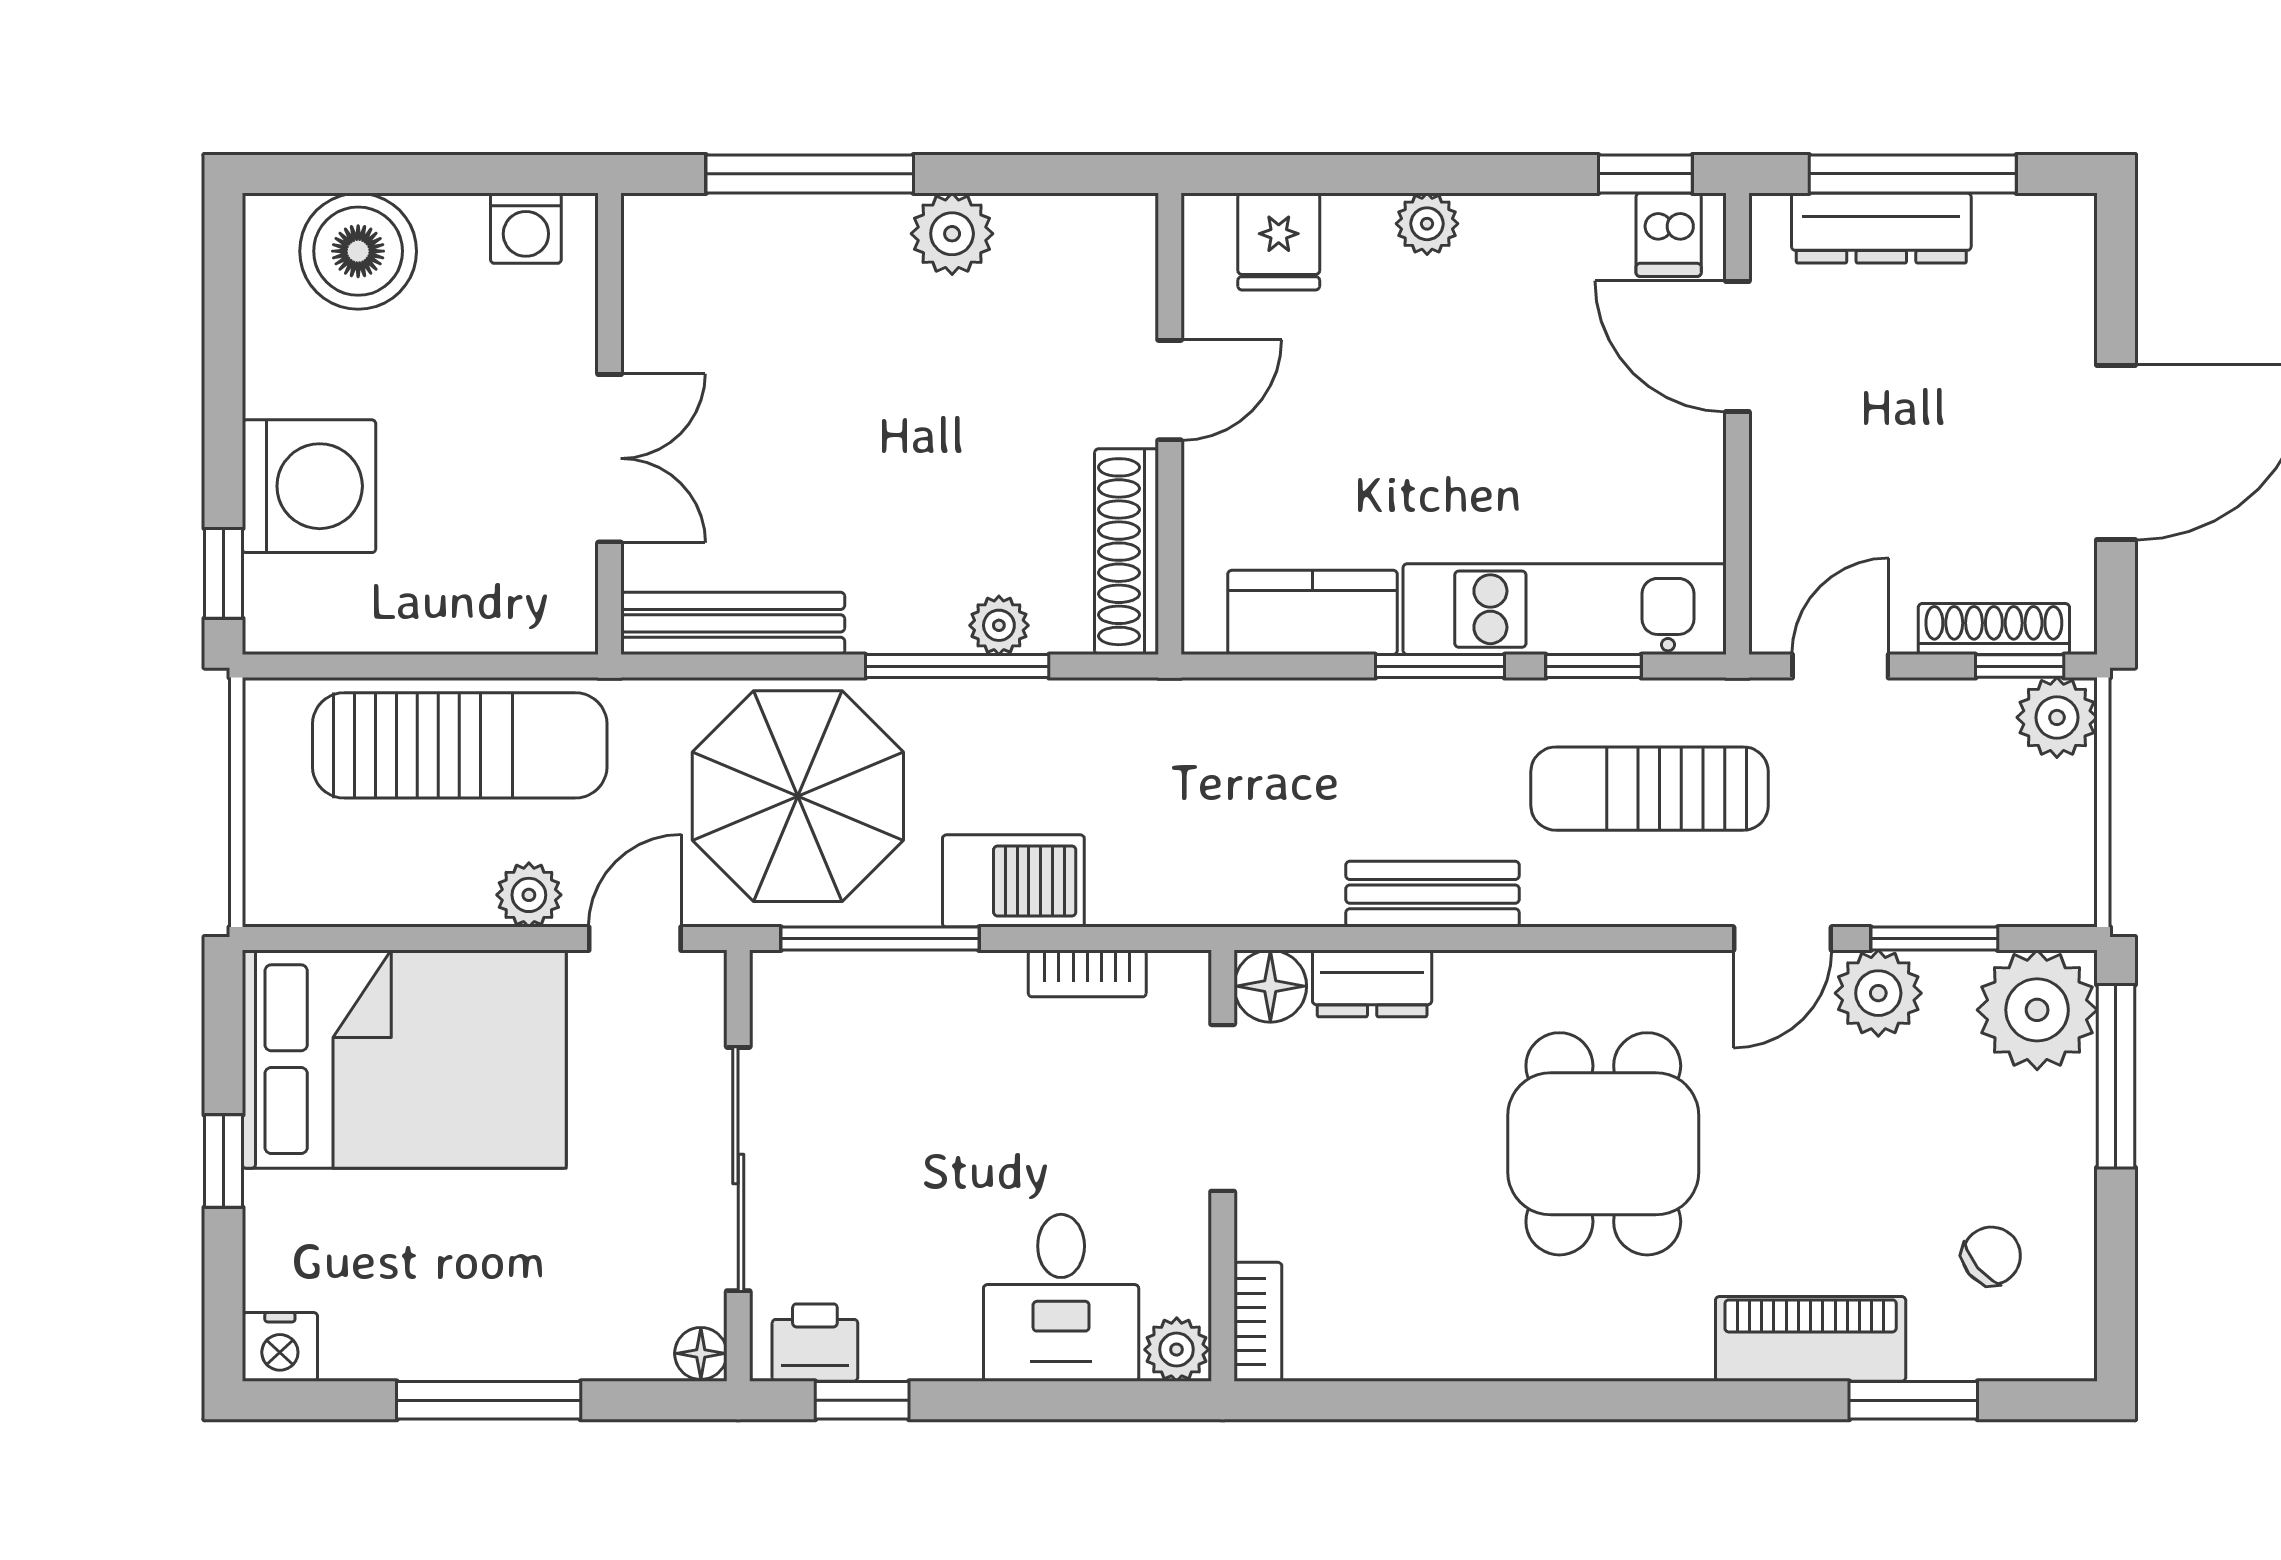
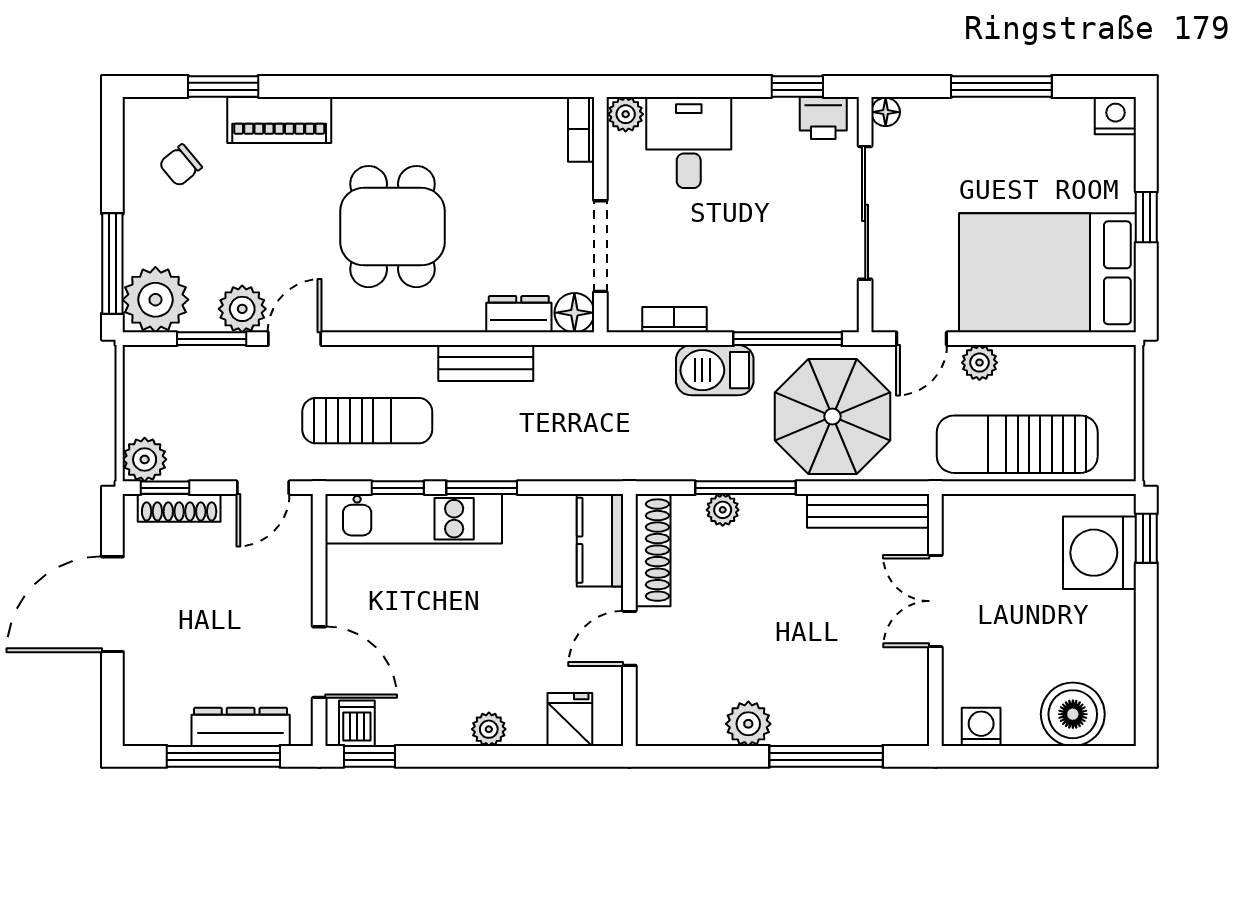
washing machine: (309, 486) -> (1100, 553), moved
kitchen counter: (1313, 612) -> (600, 540), moved, turned 90

